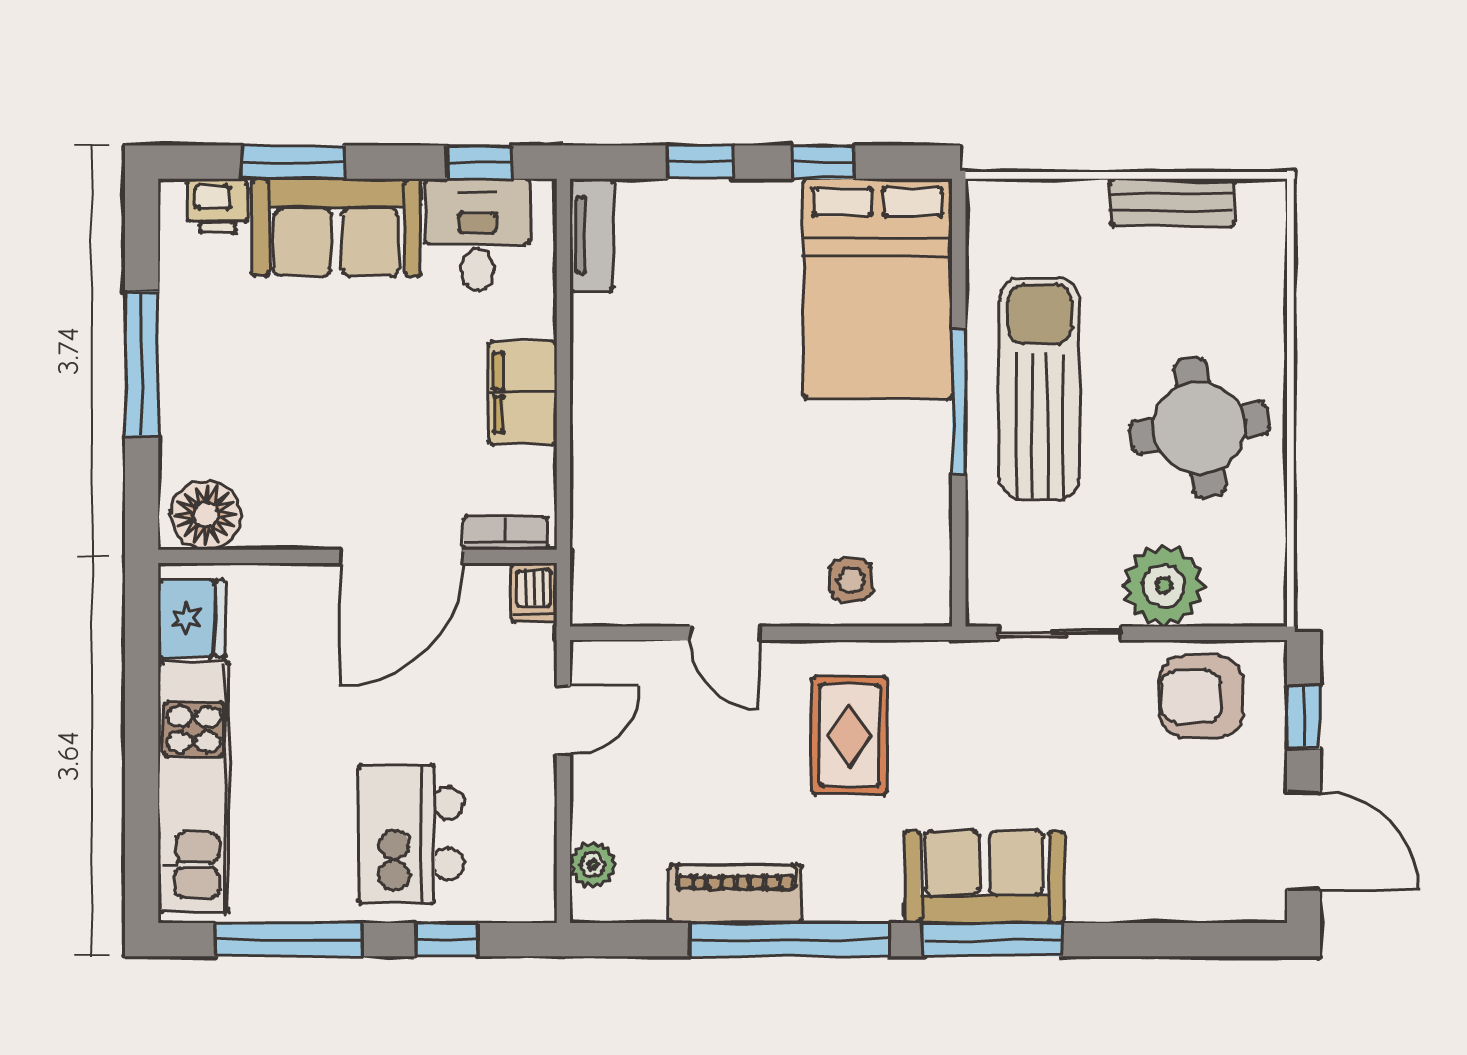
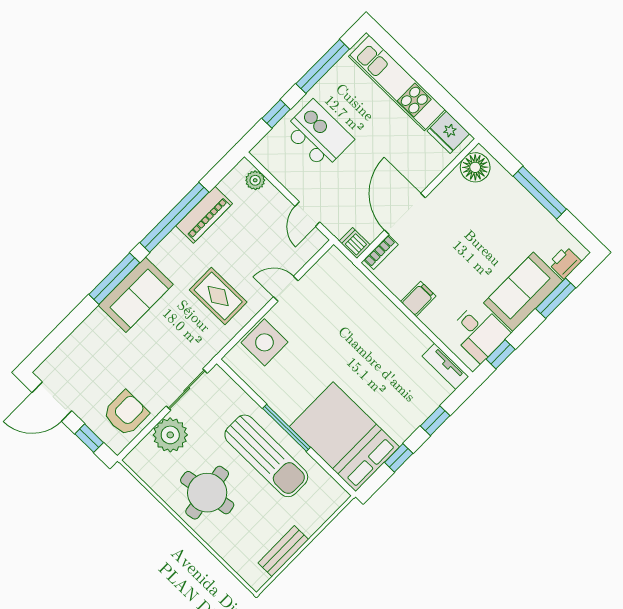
filing cabinet: (523, 393) -> (418, 299), width x0.50
side table: (851, 580) -> (264, 342), width x1.87, depth x1.87

